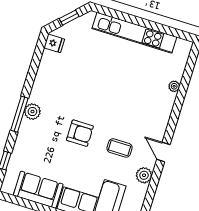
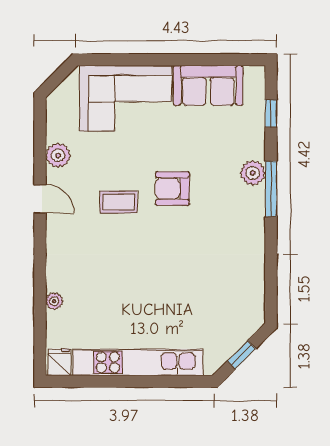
fridge: (54, 43) -> (60, 362), moved, turned 90
plant: (32, 112) -> (253, 173), moved
coffee table: (120, 148) -> (119, 202), moved

